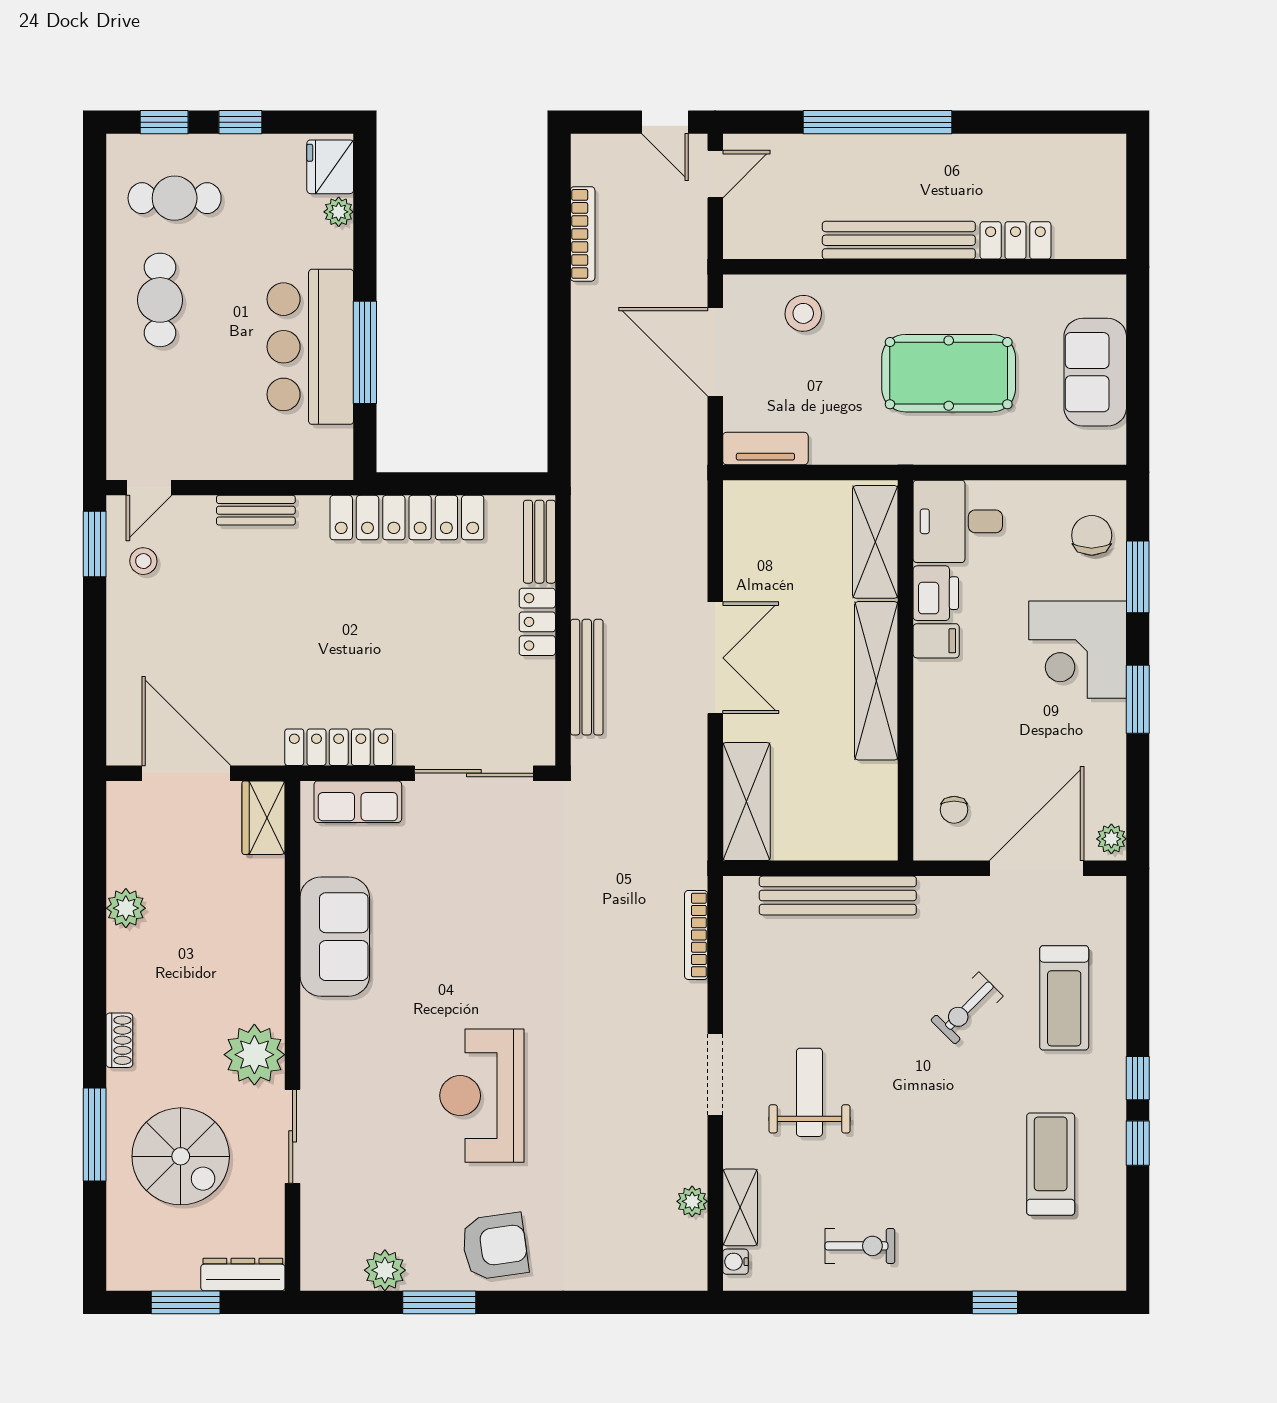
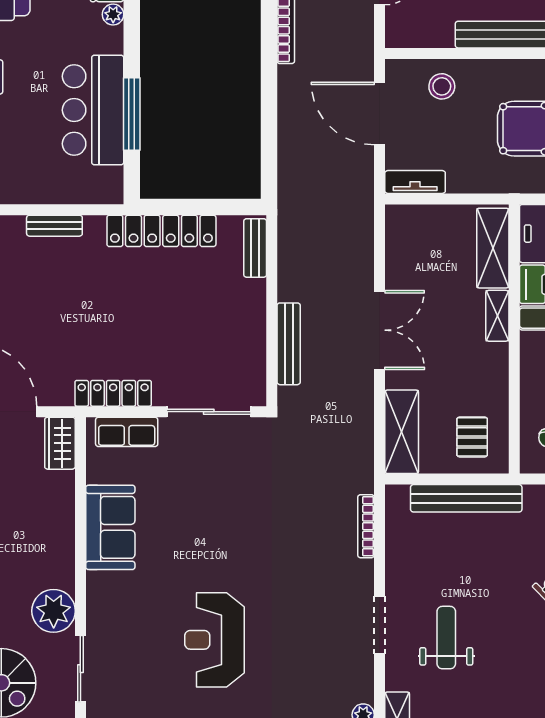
locker: (537, 622) -> (254, 305), removed
shelving: (876, 681) -> (497, 316), width x0.45, depth x0.75
pallet: (846, 809) -> (472, 437), added

